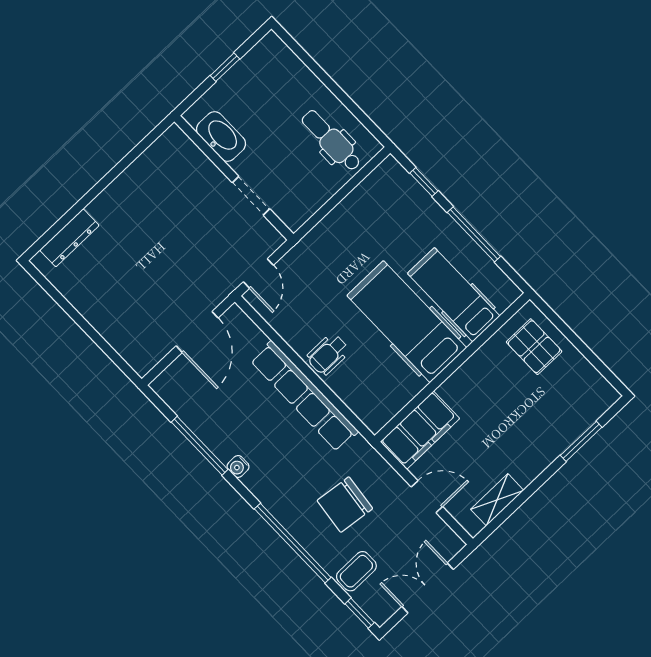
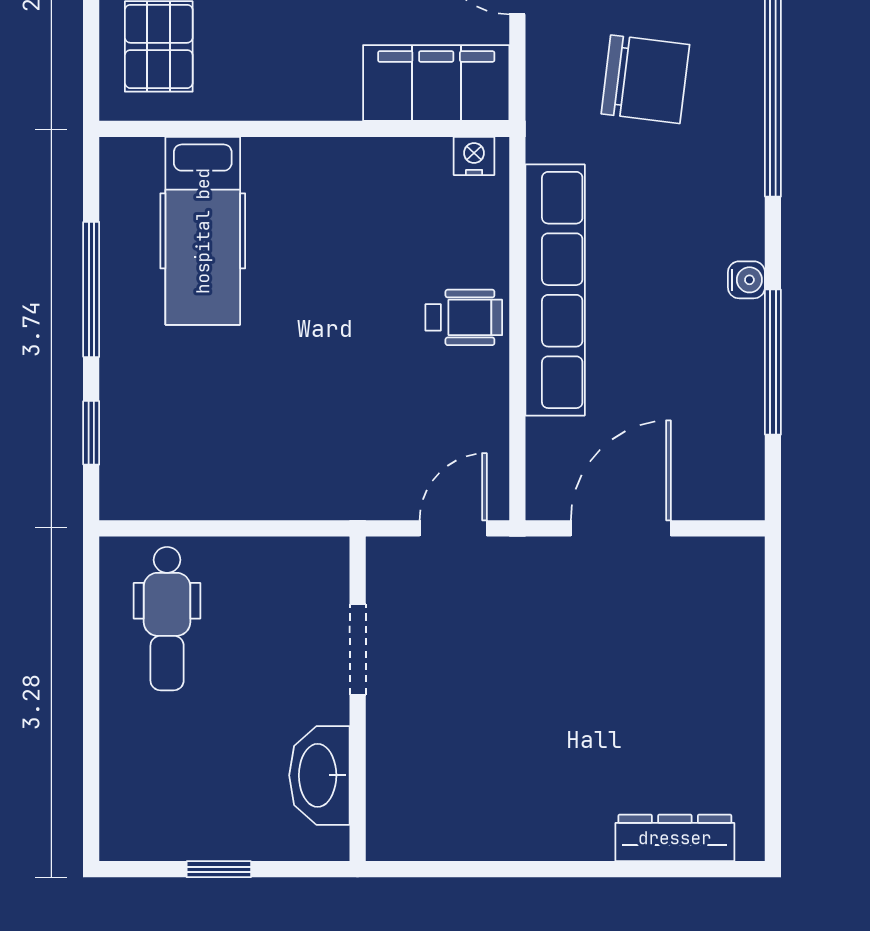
hospital bed: (407, 322) -> (307, 256), removed
nightstand: (381, 417) -> (474, 156), added

